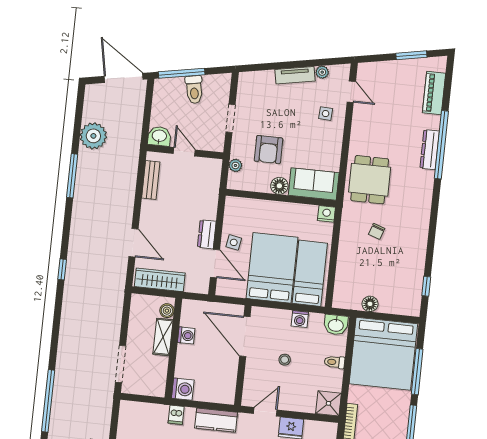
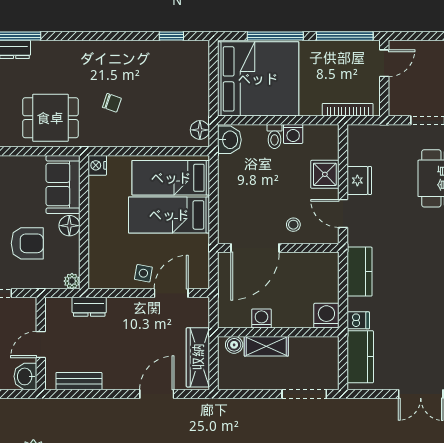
plant: (235, 165) -> (72, 281), moved
dresser: (207, 234) -> (89, 307), moved
bed: (272, 268) -> (169, 215), width x0.67
floor lamp: (370, 304) -> (200, 130), moved
washing machine: (300, 319) -> (293, 134), moved, turned 90
stool: (285, 360) -> (293, 225), moved
shower: (328, 403) -> (325, 174), moved
kitchen counter: (146, 413) -> (360, 357), added

